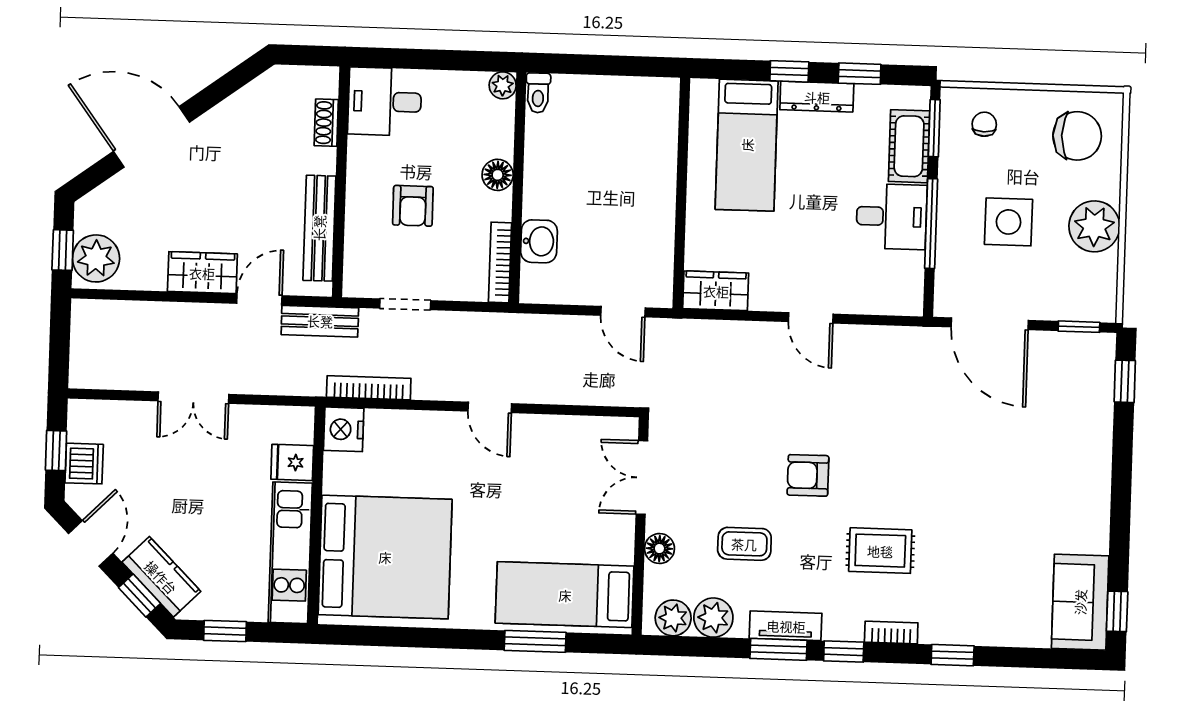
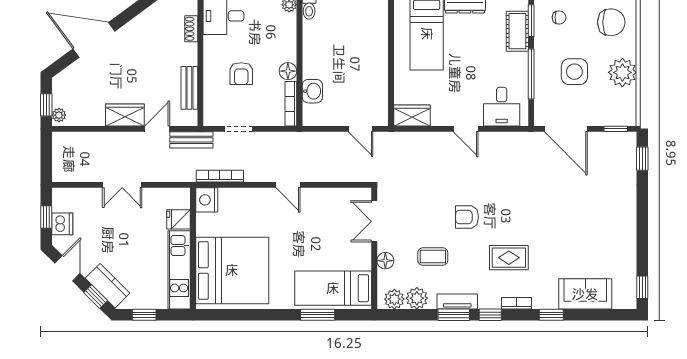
chair: (984, 124) -> (559, 17), turned 90
floor lamp: (498, 175) -> (288, 71), moved
desk: (891, 217) -> (502, 107), moved, turned 90
bench: (319, 228) -> (189, 88), width x0.73
plant: (96, 258) -> (59, 115), width x0.53, depth x0.53
sofa: (1080, 602) -> (585, 294), moved, turned 90

